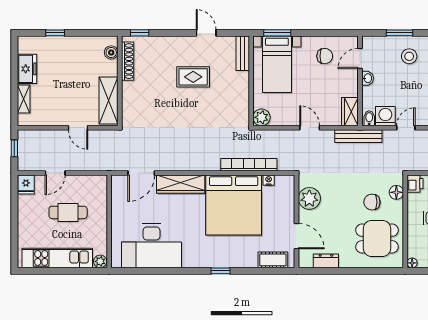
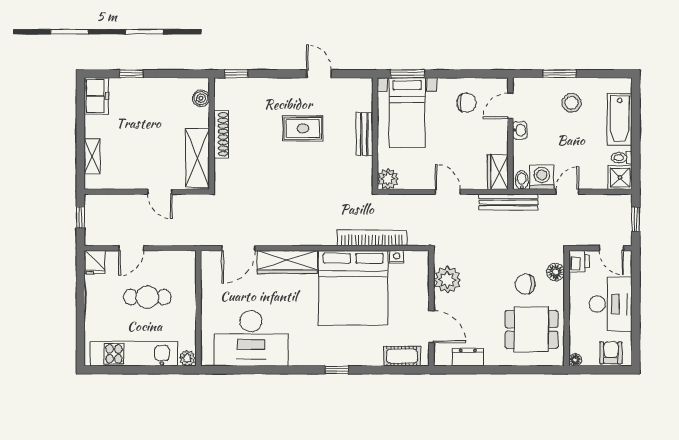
bench: (243, 53) -> (365, 134), moved
shoe rack: (128, 61) -> (221, 134), moved
freezer: (27, 69) -> (96, 96), moved

